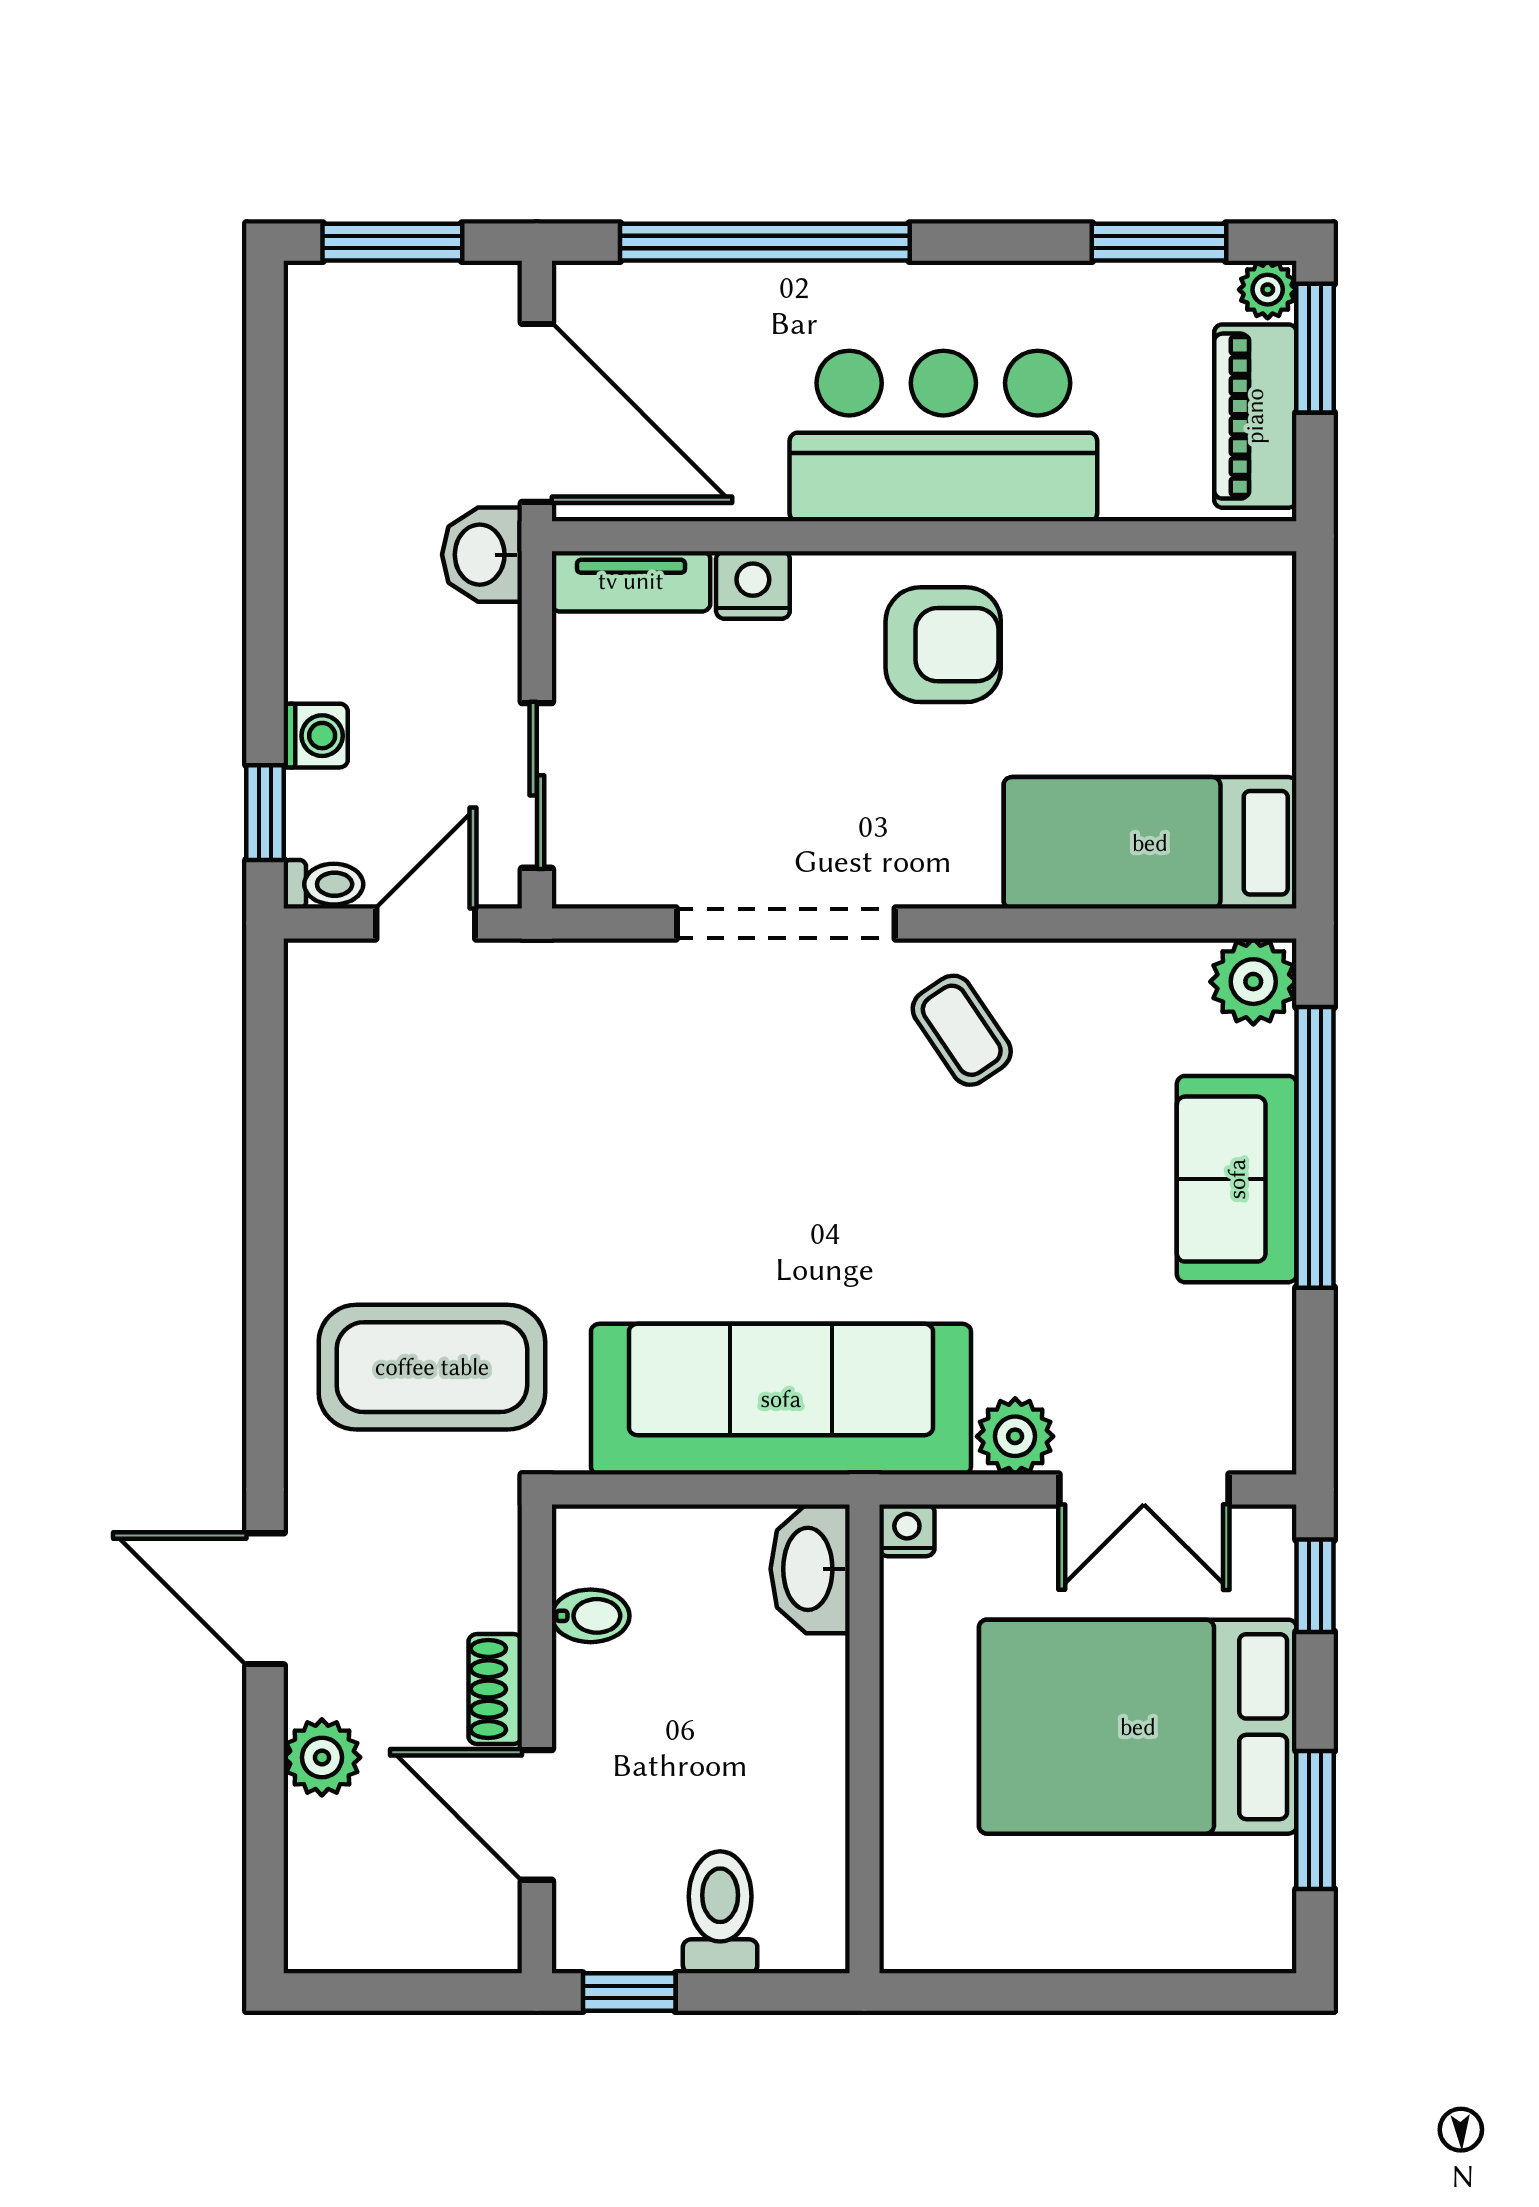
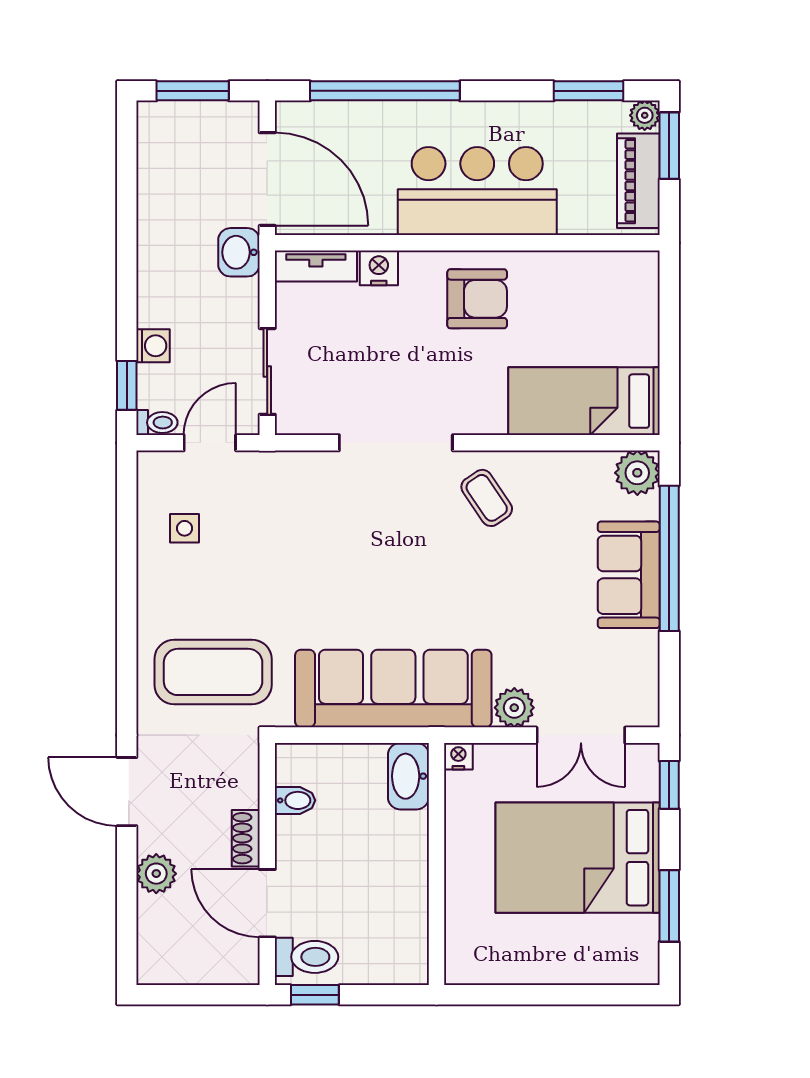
side table: (377, 1089) -> (185, 528), added
toilet: (720, 1912) -> (307, 957), moved, turned 90

